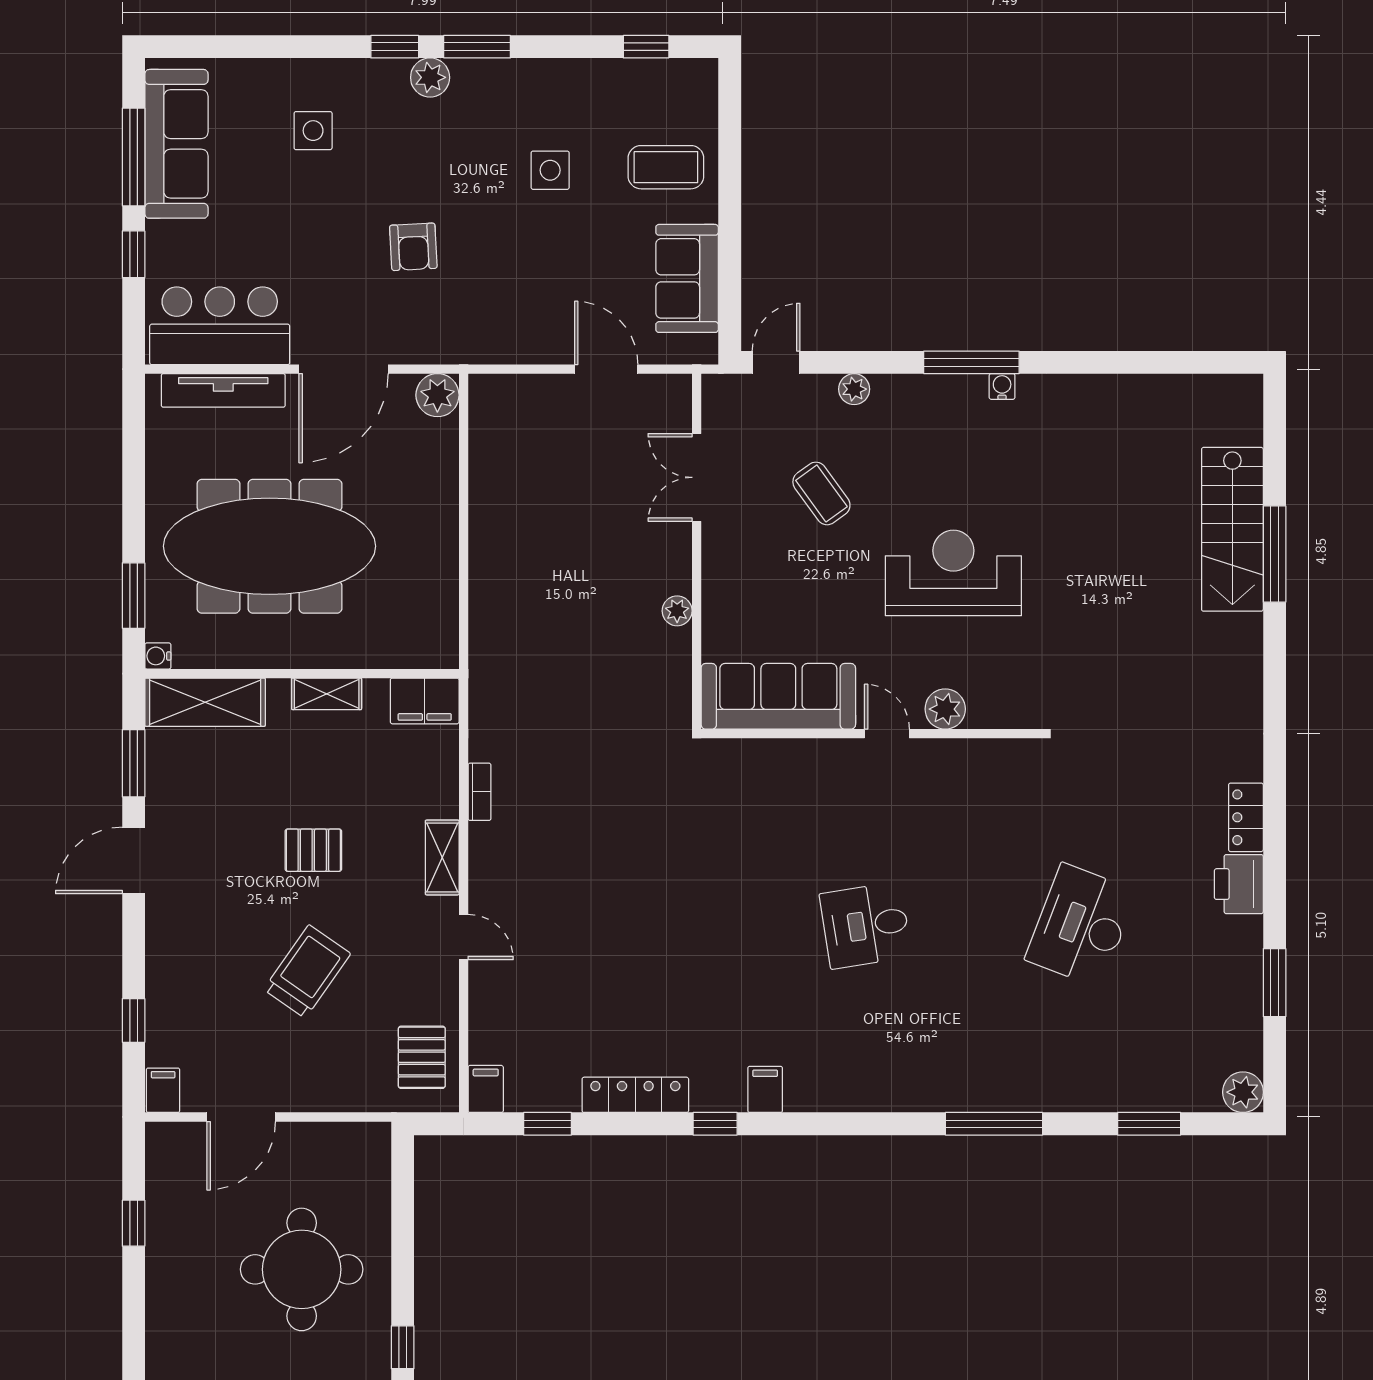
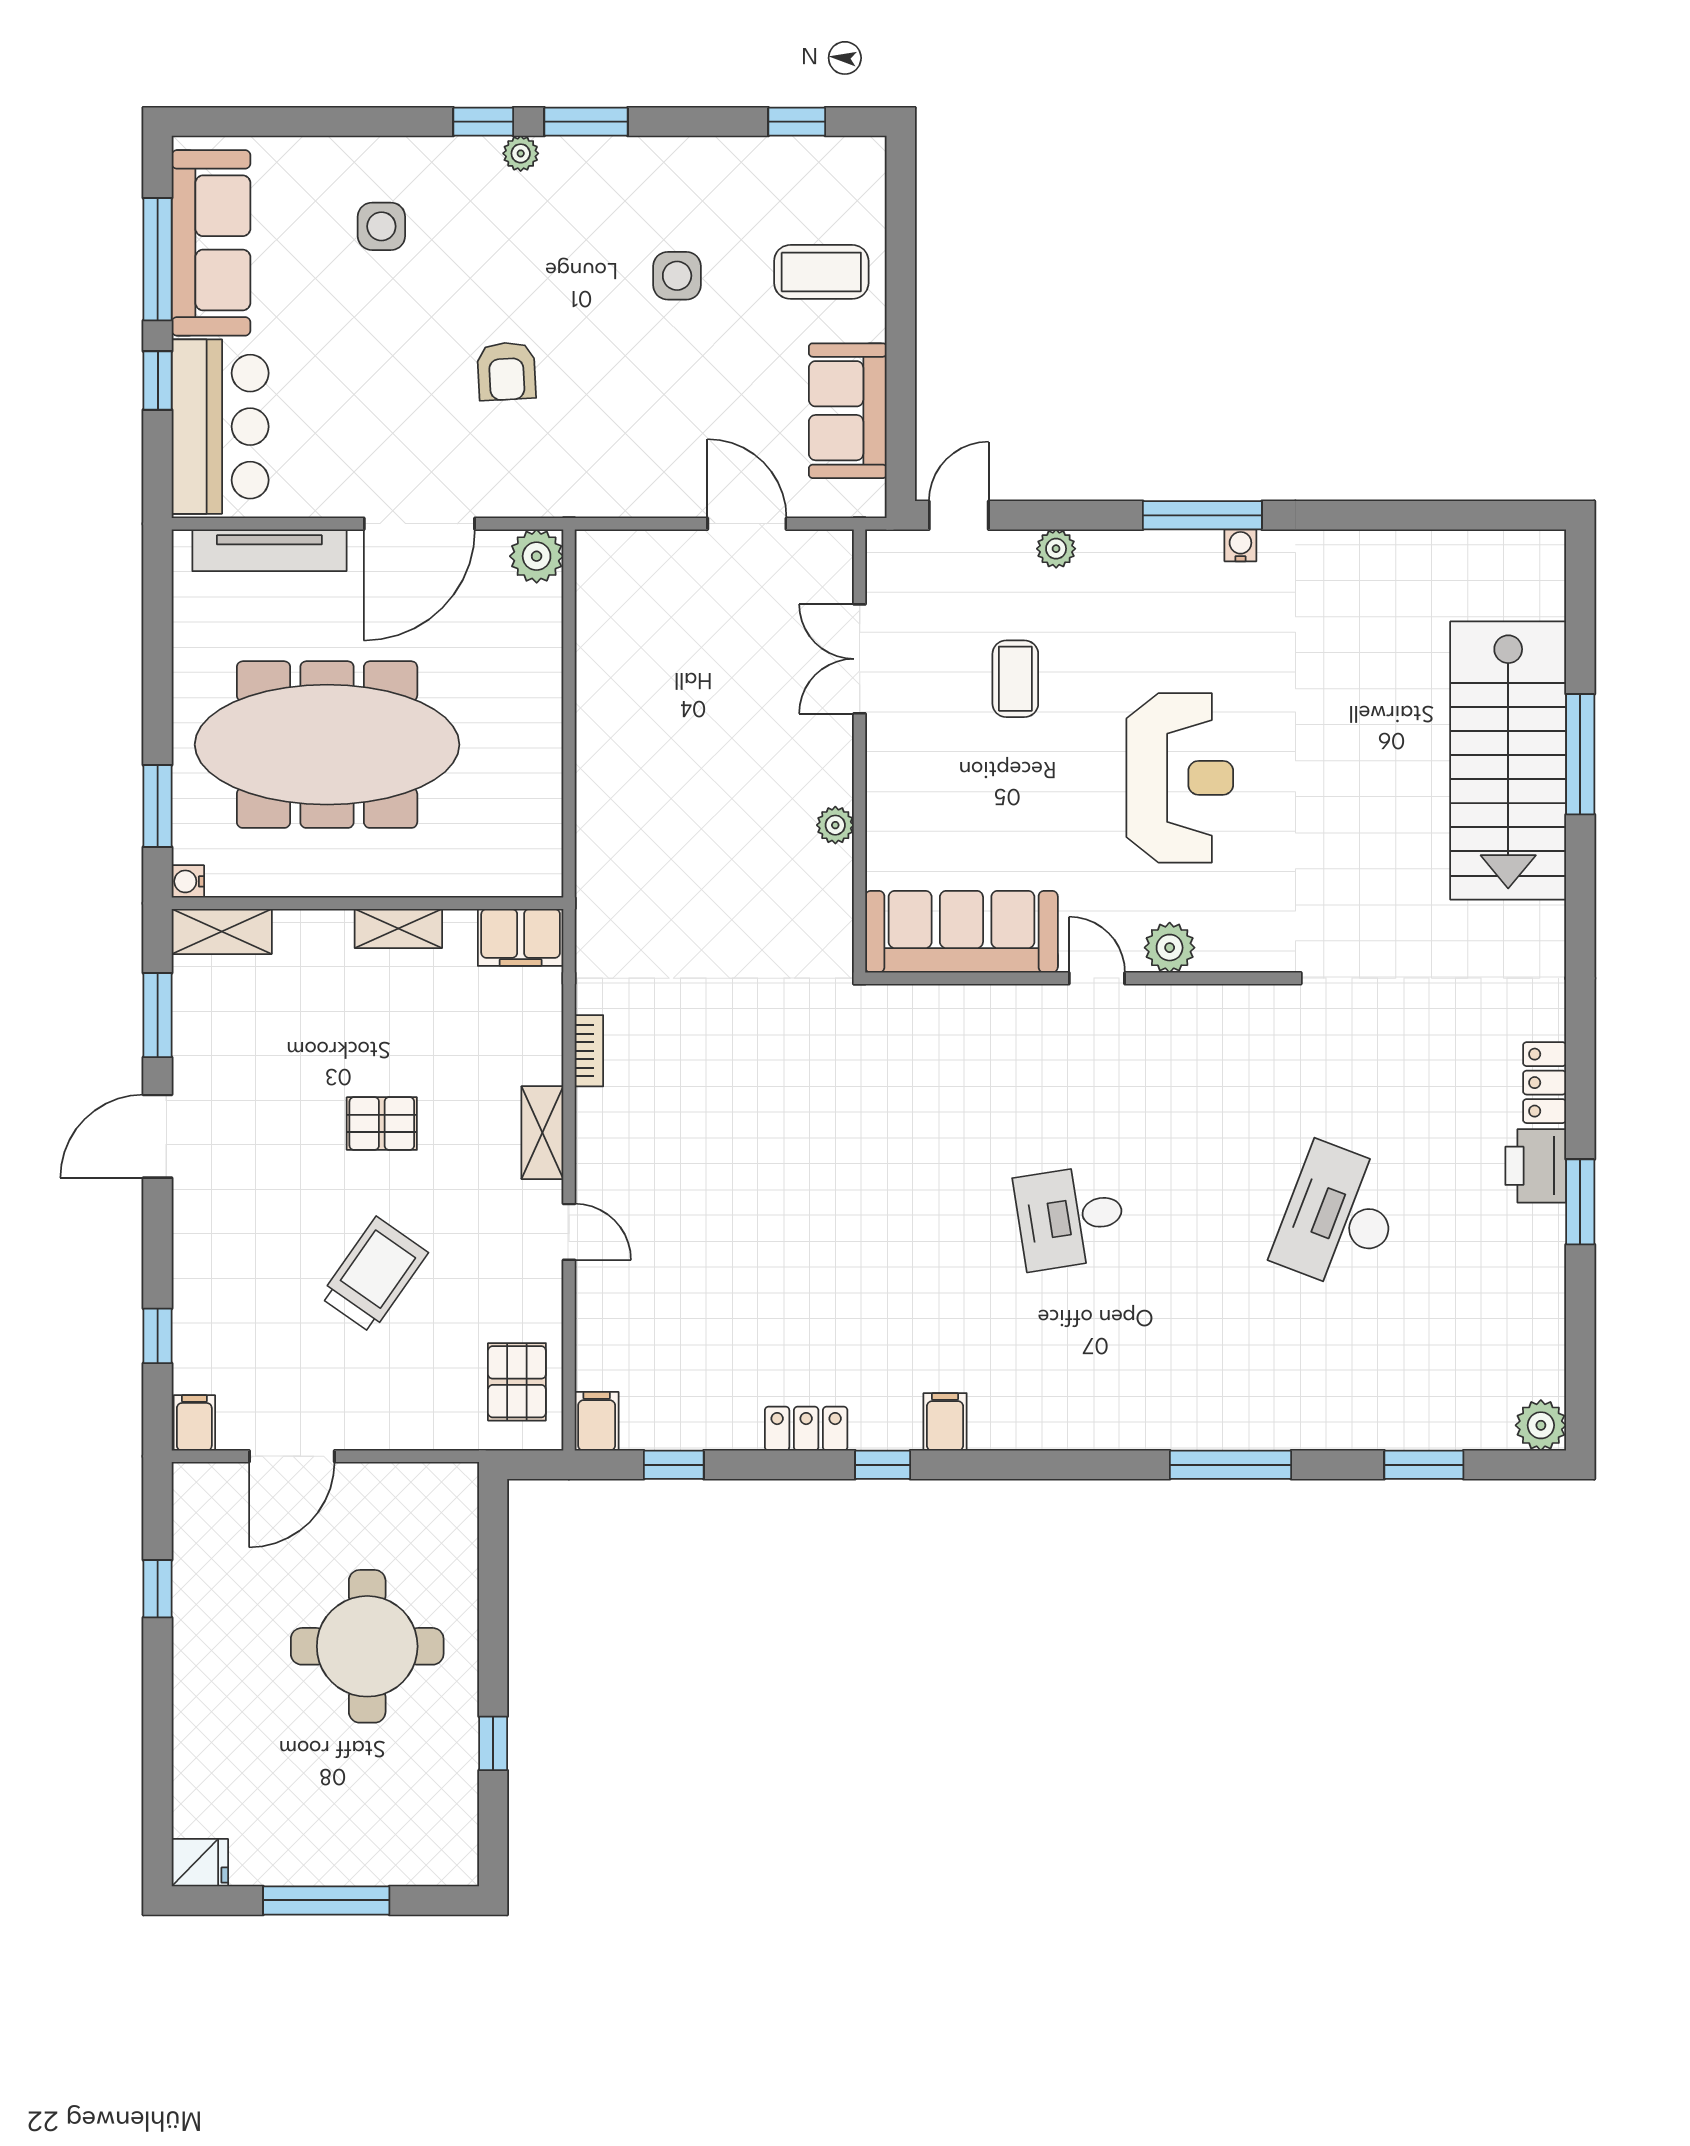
plant: (430, 77) -> (521, 153), width x0.73, depth x0.73
bar counter: (220, 326) -> (220, 427), moved, turned 90
coffee table: (821, 493) -> (1015, 679), turned 36
stairs: (1232, 529) -> (1508, 761), width x1.36, depth x1.51
reception desk: (953, 573) -> (1180, 778), turned 90
shelving: (205, 702) -> (222, 931), width x0.67, depth x0.75
window: (1275, 983) -> (1580, 1202), moved
locker: (635, 1095) -> (806, 1429), width x0.66

